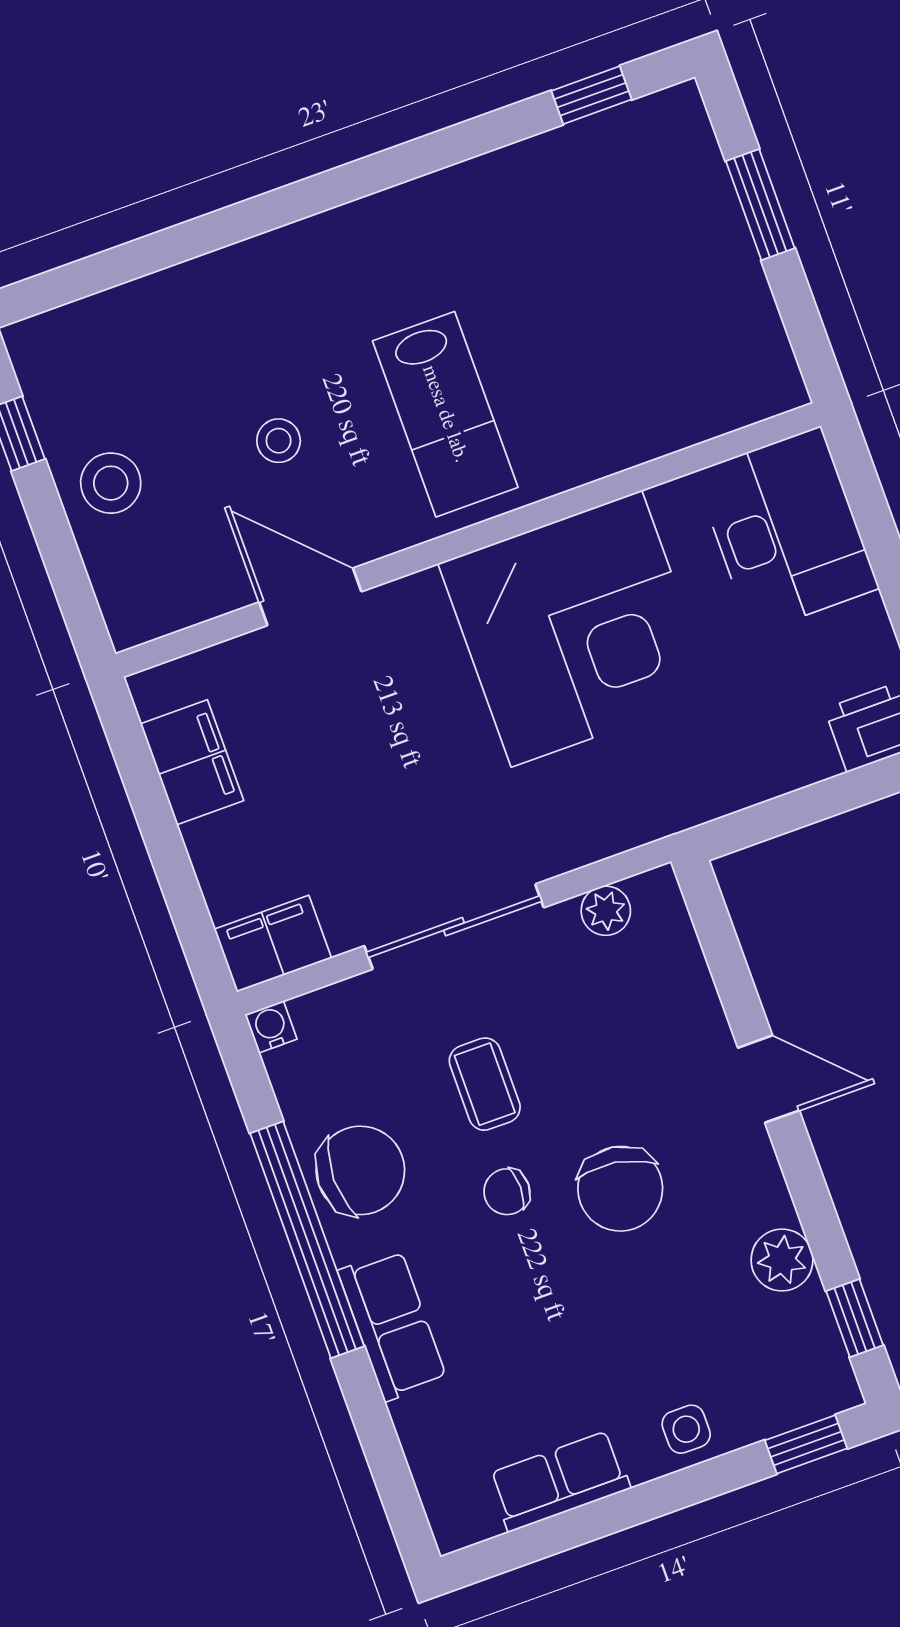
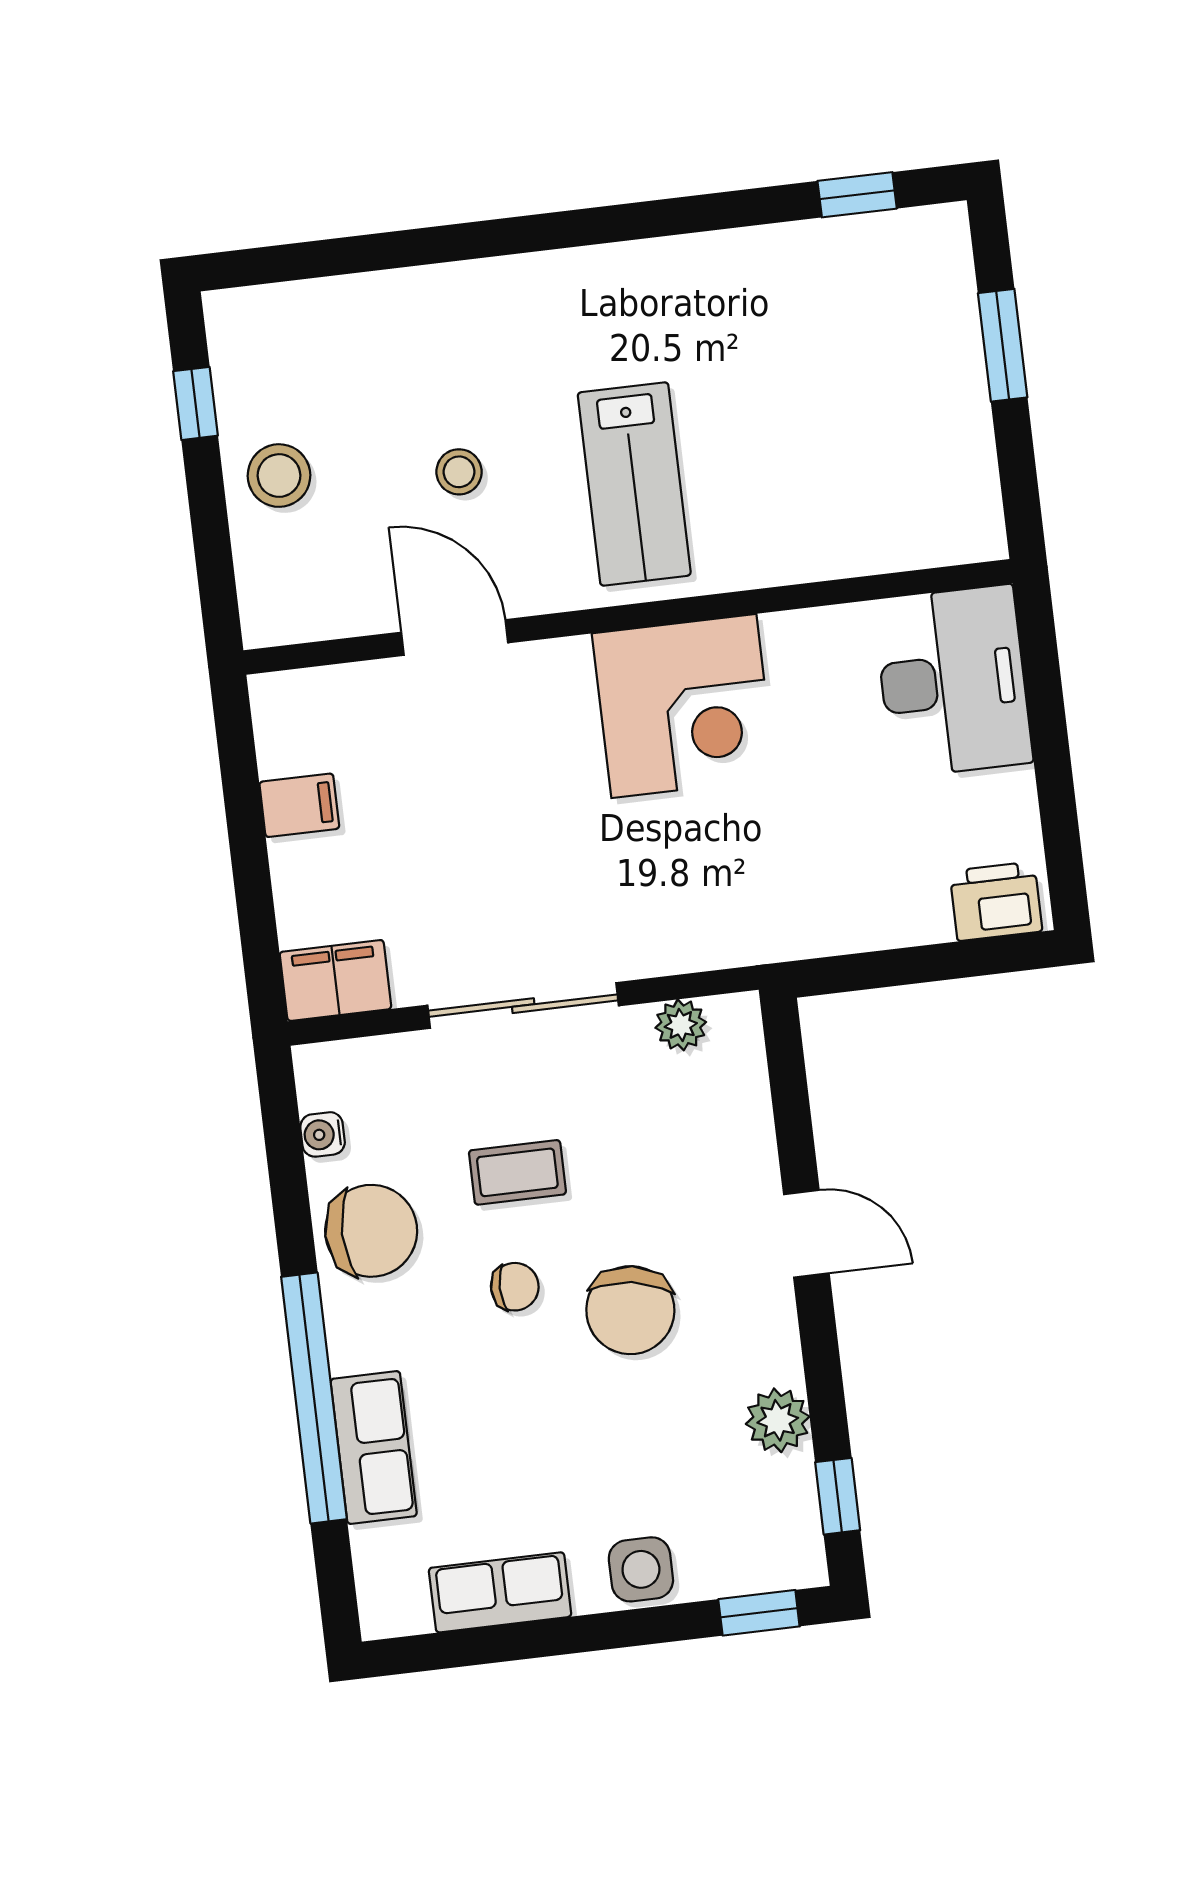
corner desk: (576, 629) -> (684, 706), width x0.74, depth x0.74
filing cabinet: (192, 762) -> (299, 805), width x0.50
water cooler: (271, 1027) -> (323, 1134), moved, turned -90
coffee table: (485, 1084) -> (517, 1172), turned 90
chair: (507, 1192) -> (515, 1287), turned 180
window: (307, 1240) -> (314, 1398), moved
row of seats: (392, 1325) -> (374, 1447), moved
side table: (686, 1429) -> (641, 1569), width x1.37, depth x1.37

